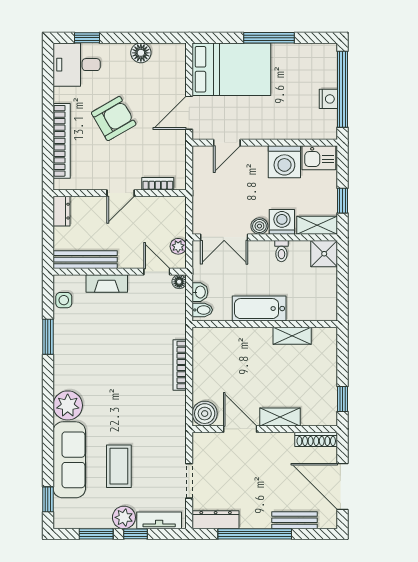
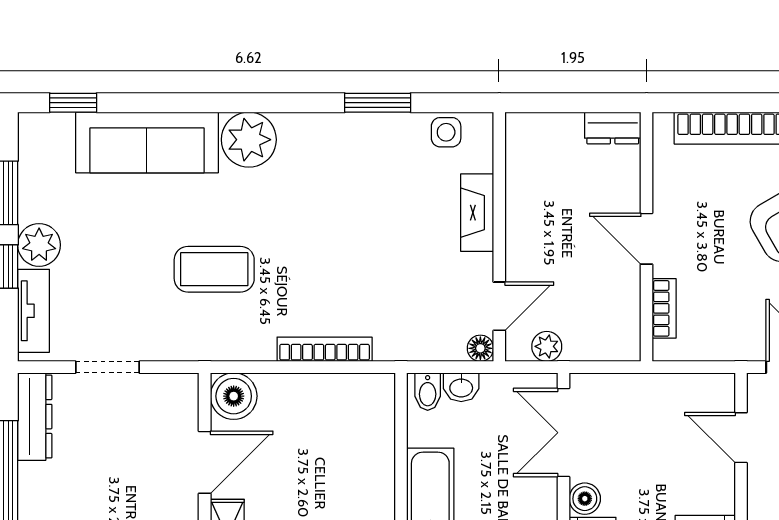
bench: (85, 260) -> (522, 172), removed
coffee table: (119, 466) -> (214, 269), moved

